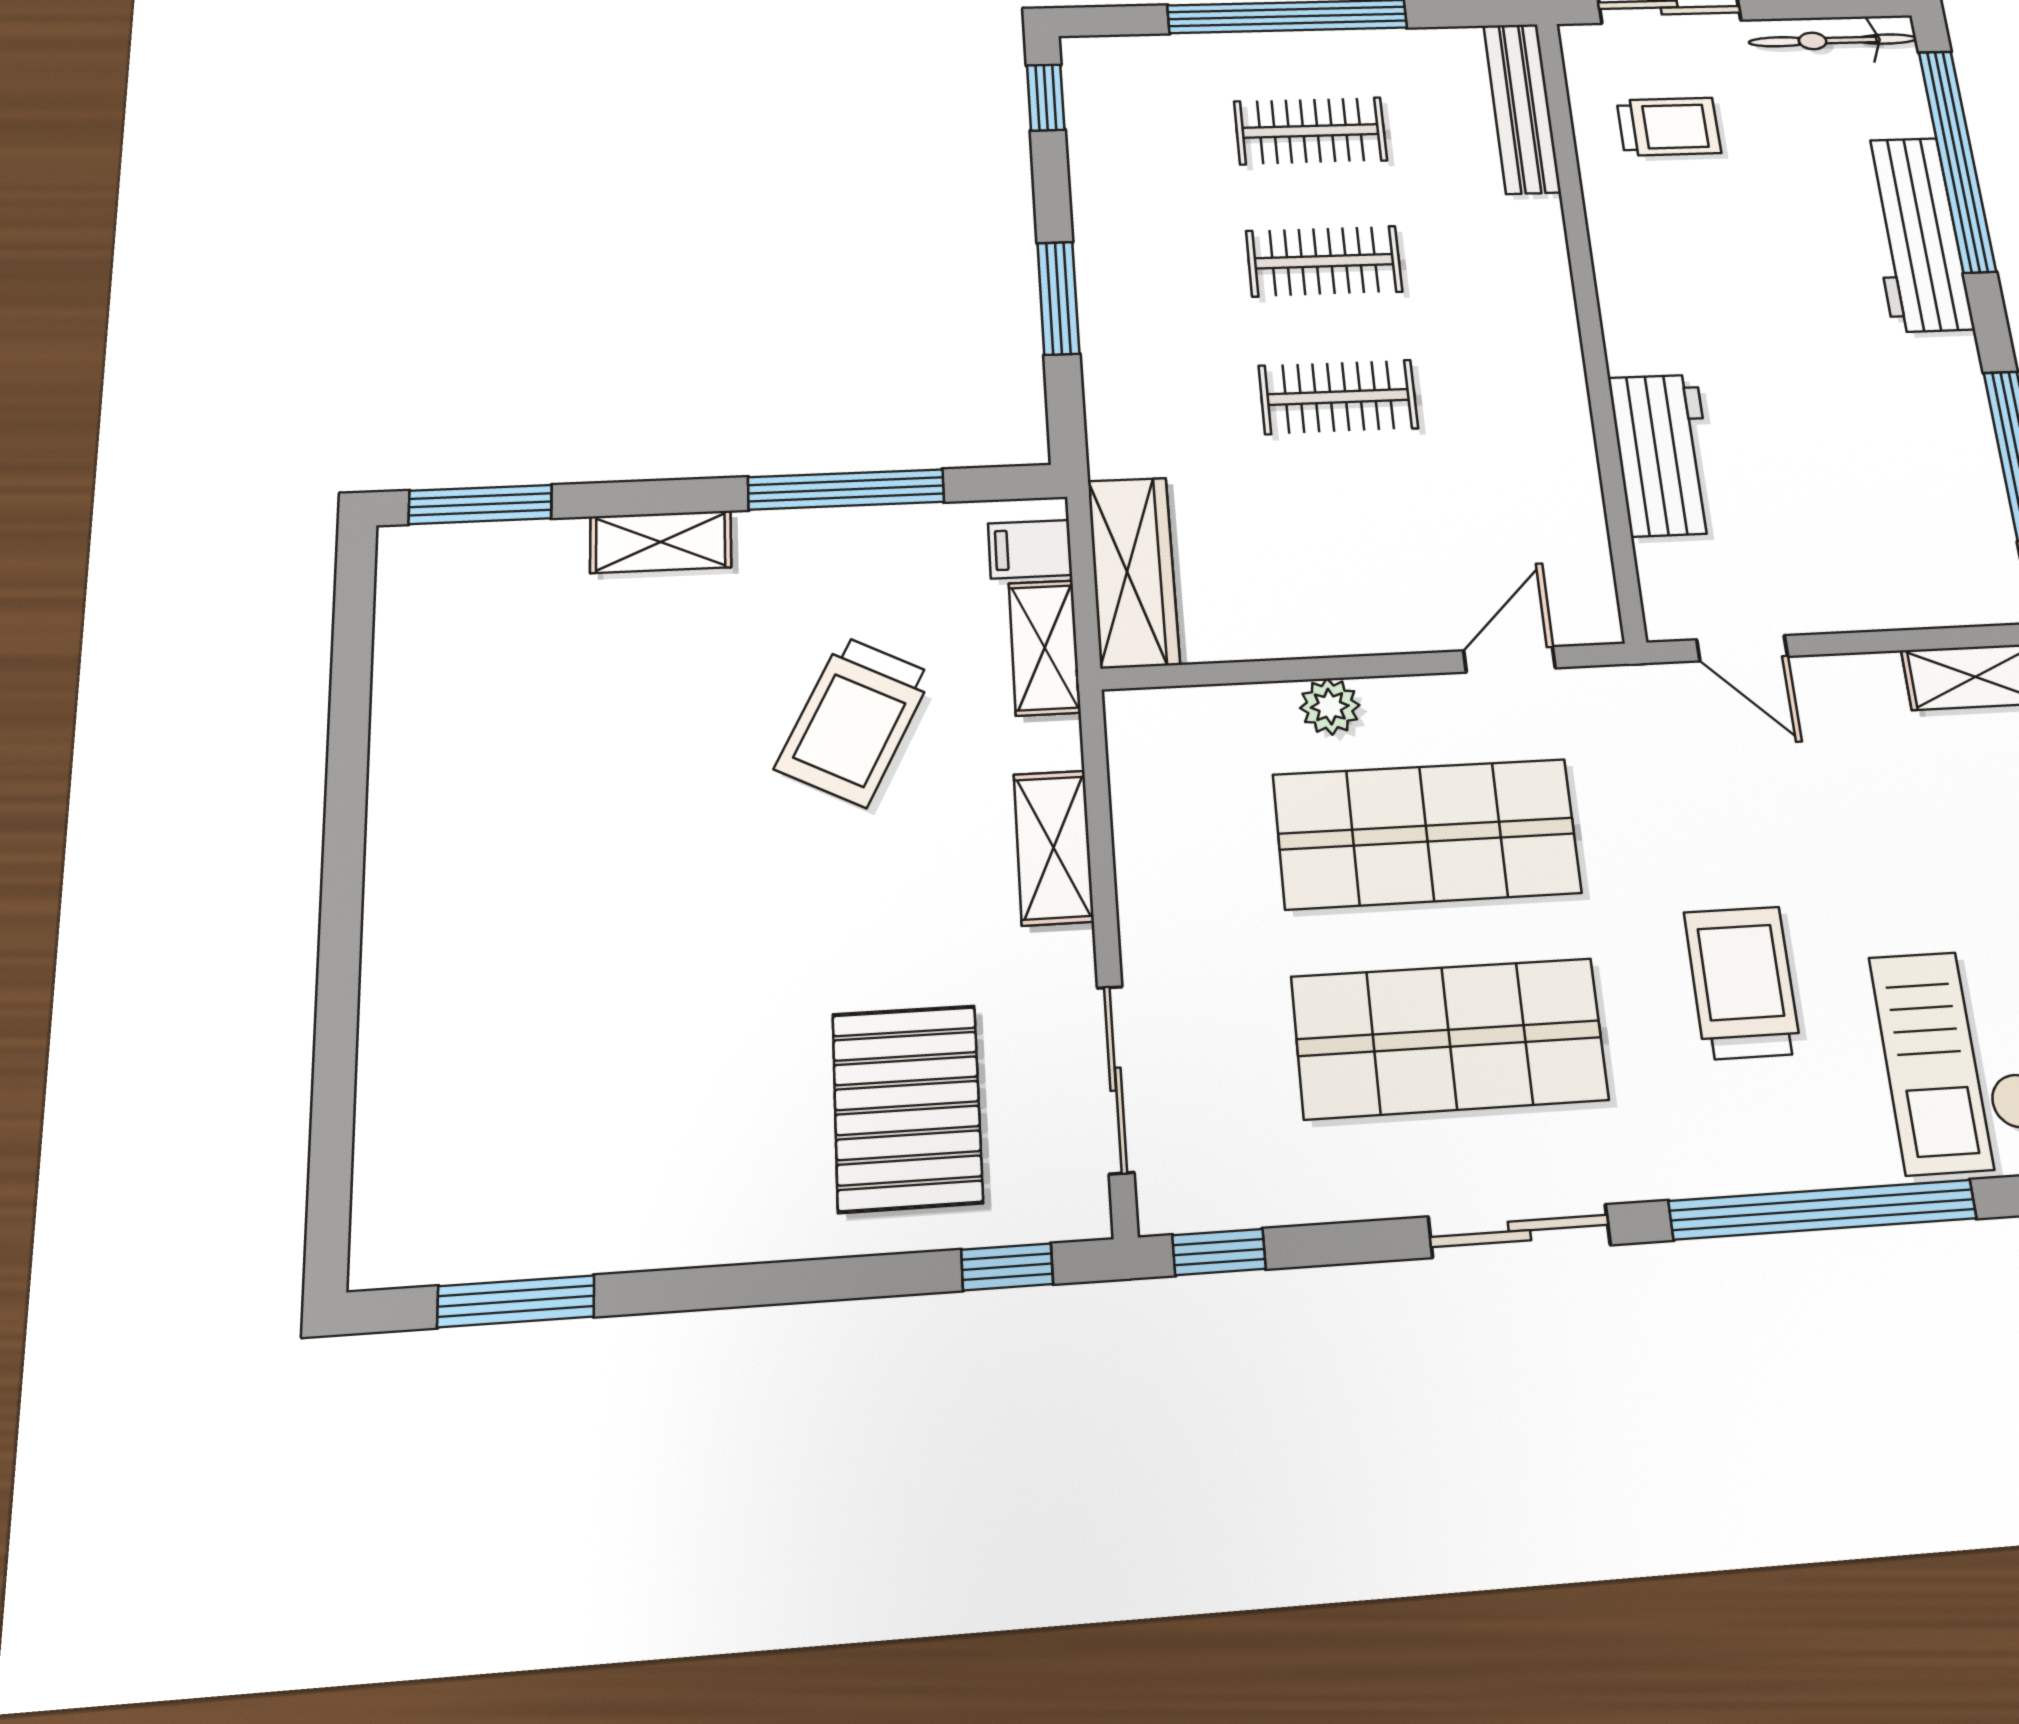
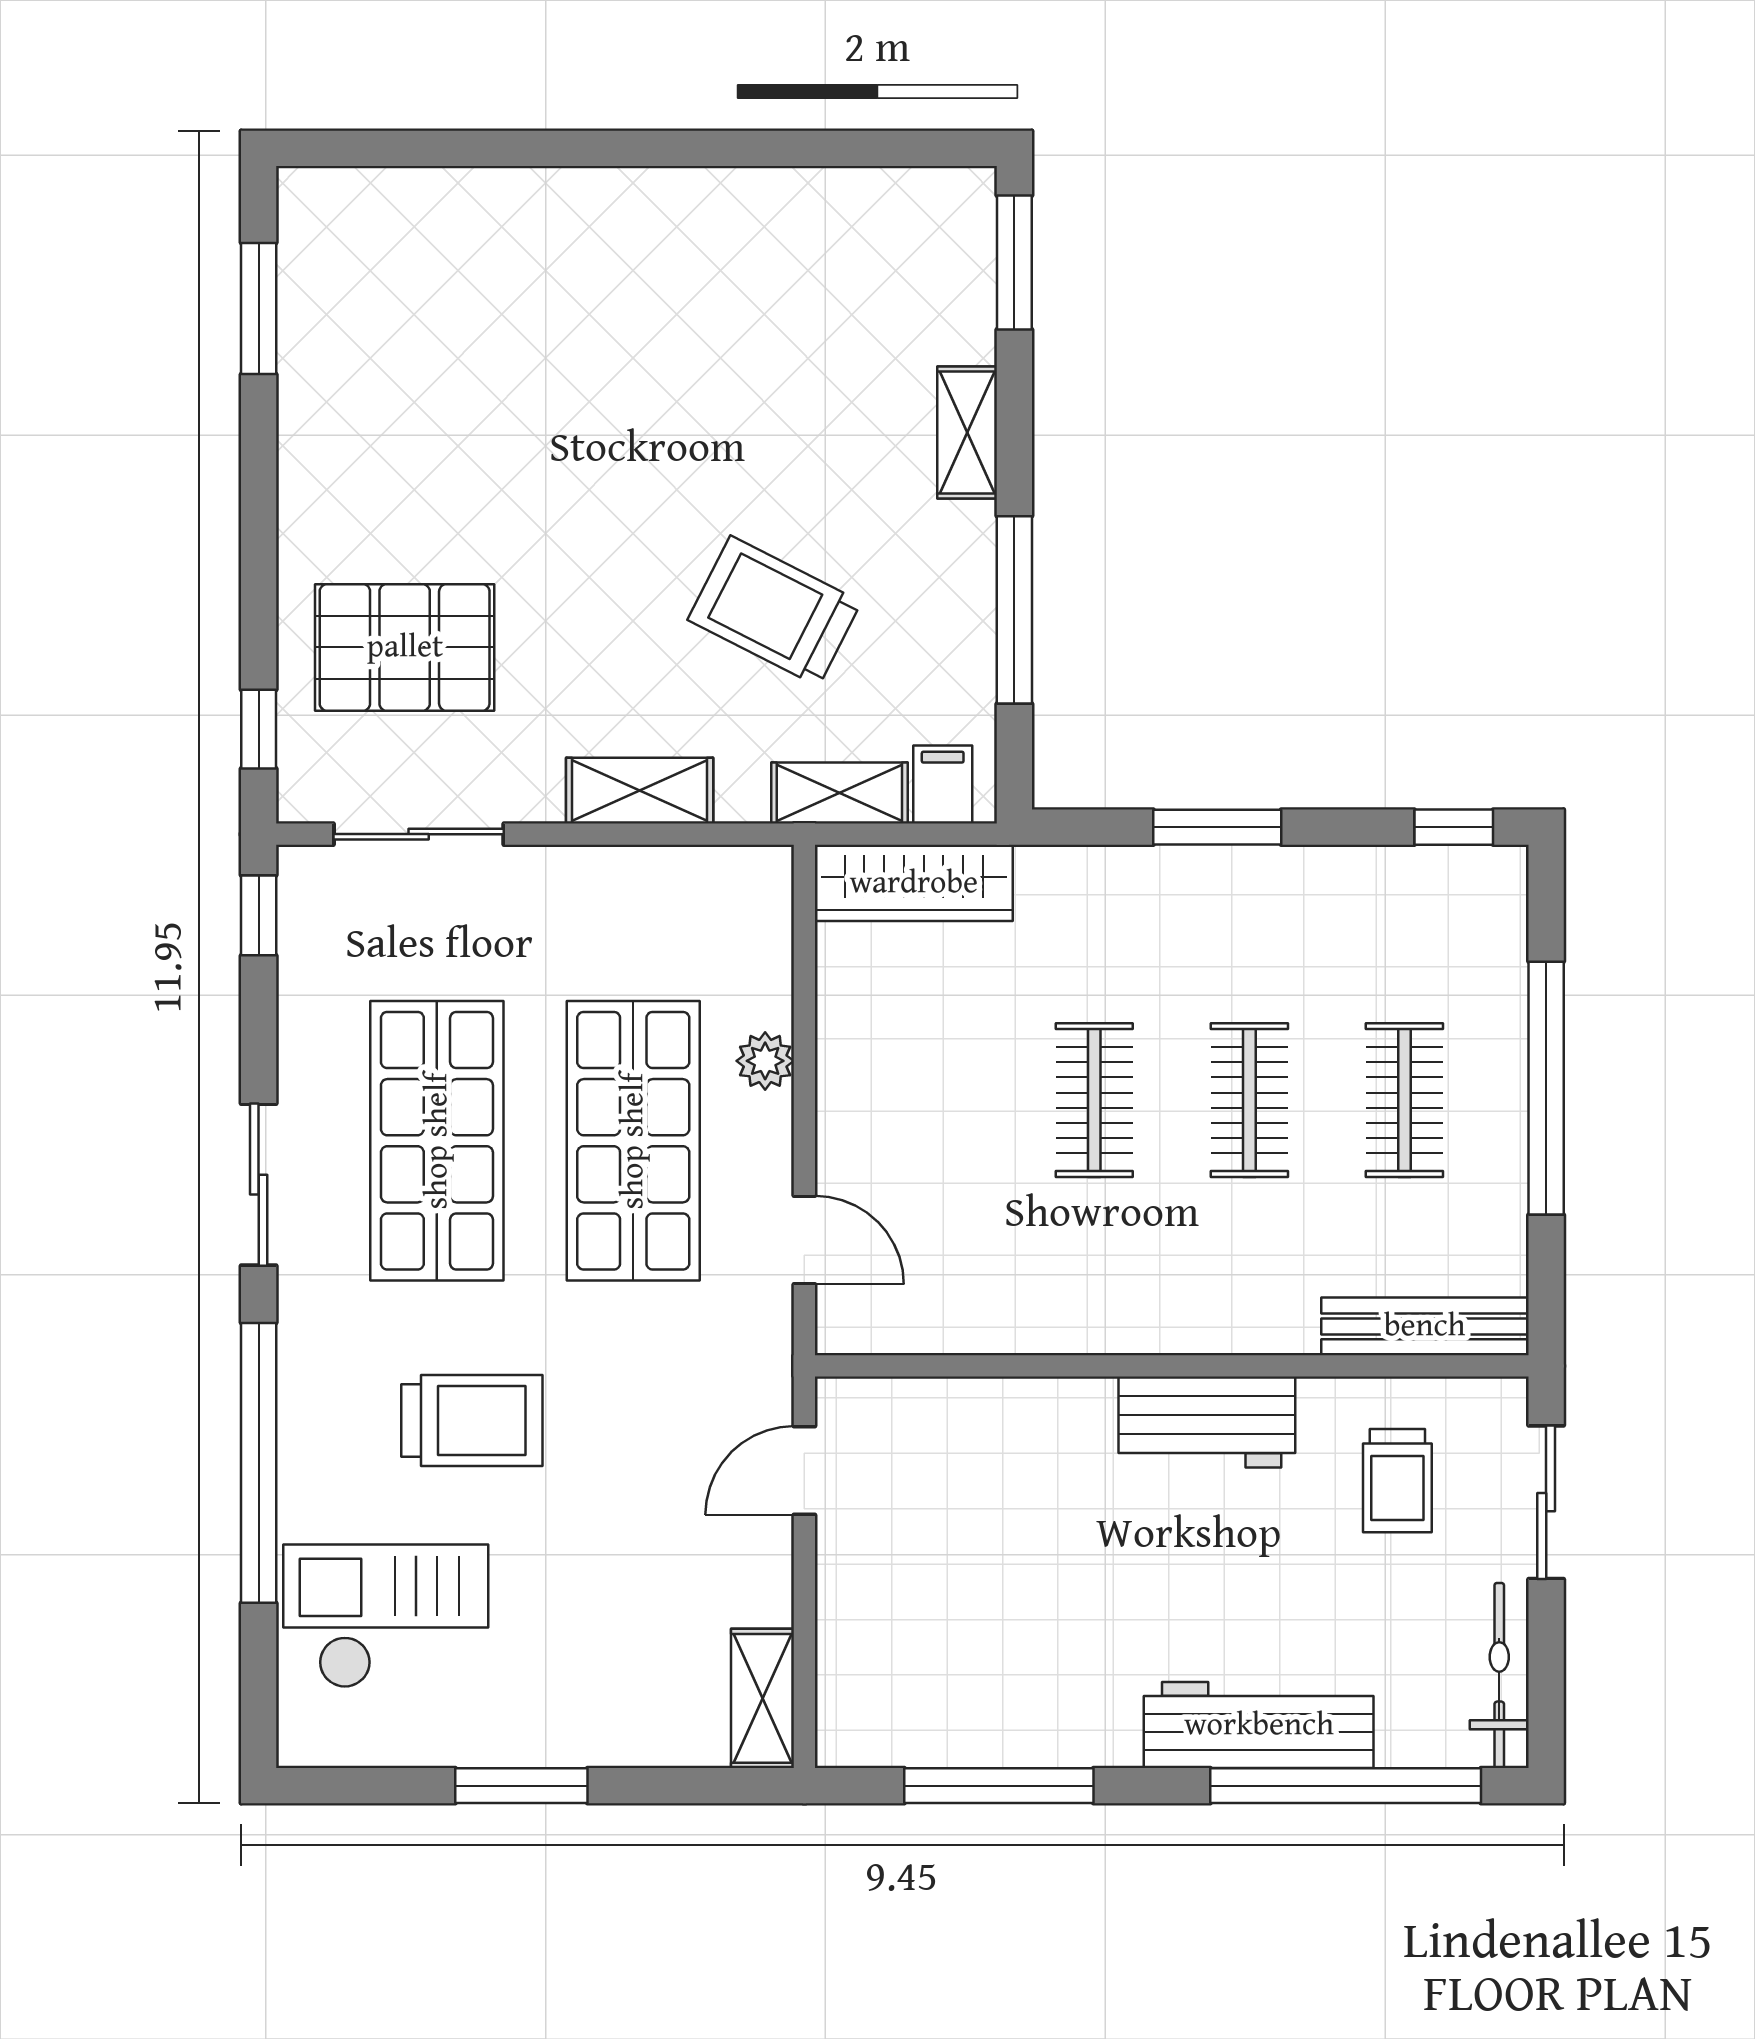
workbench: (1664, 455) -> (1207, 1422), moved

